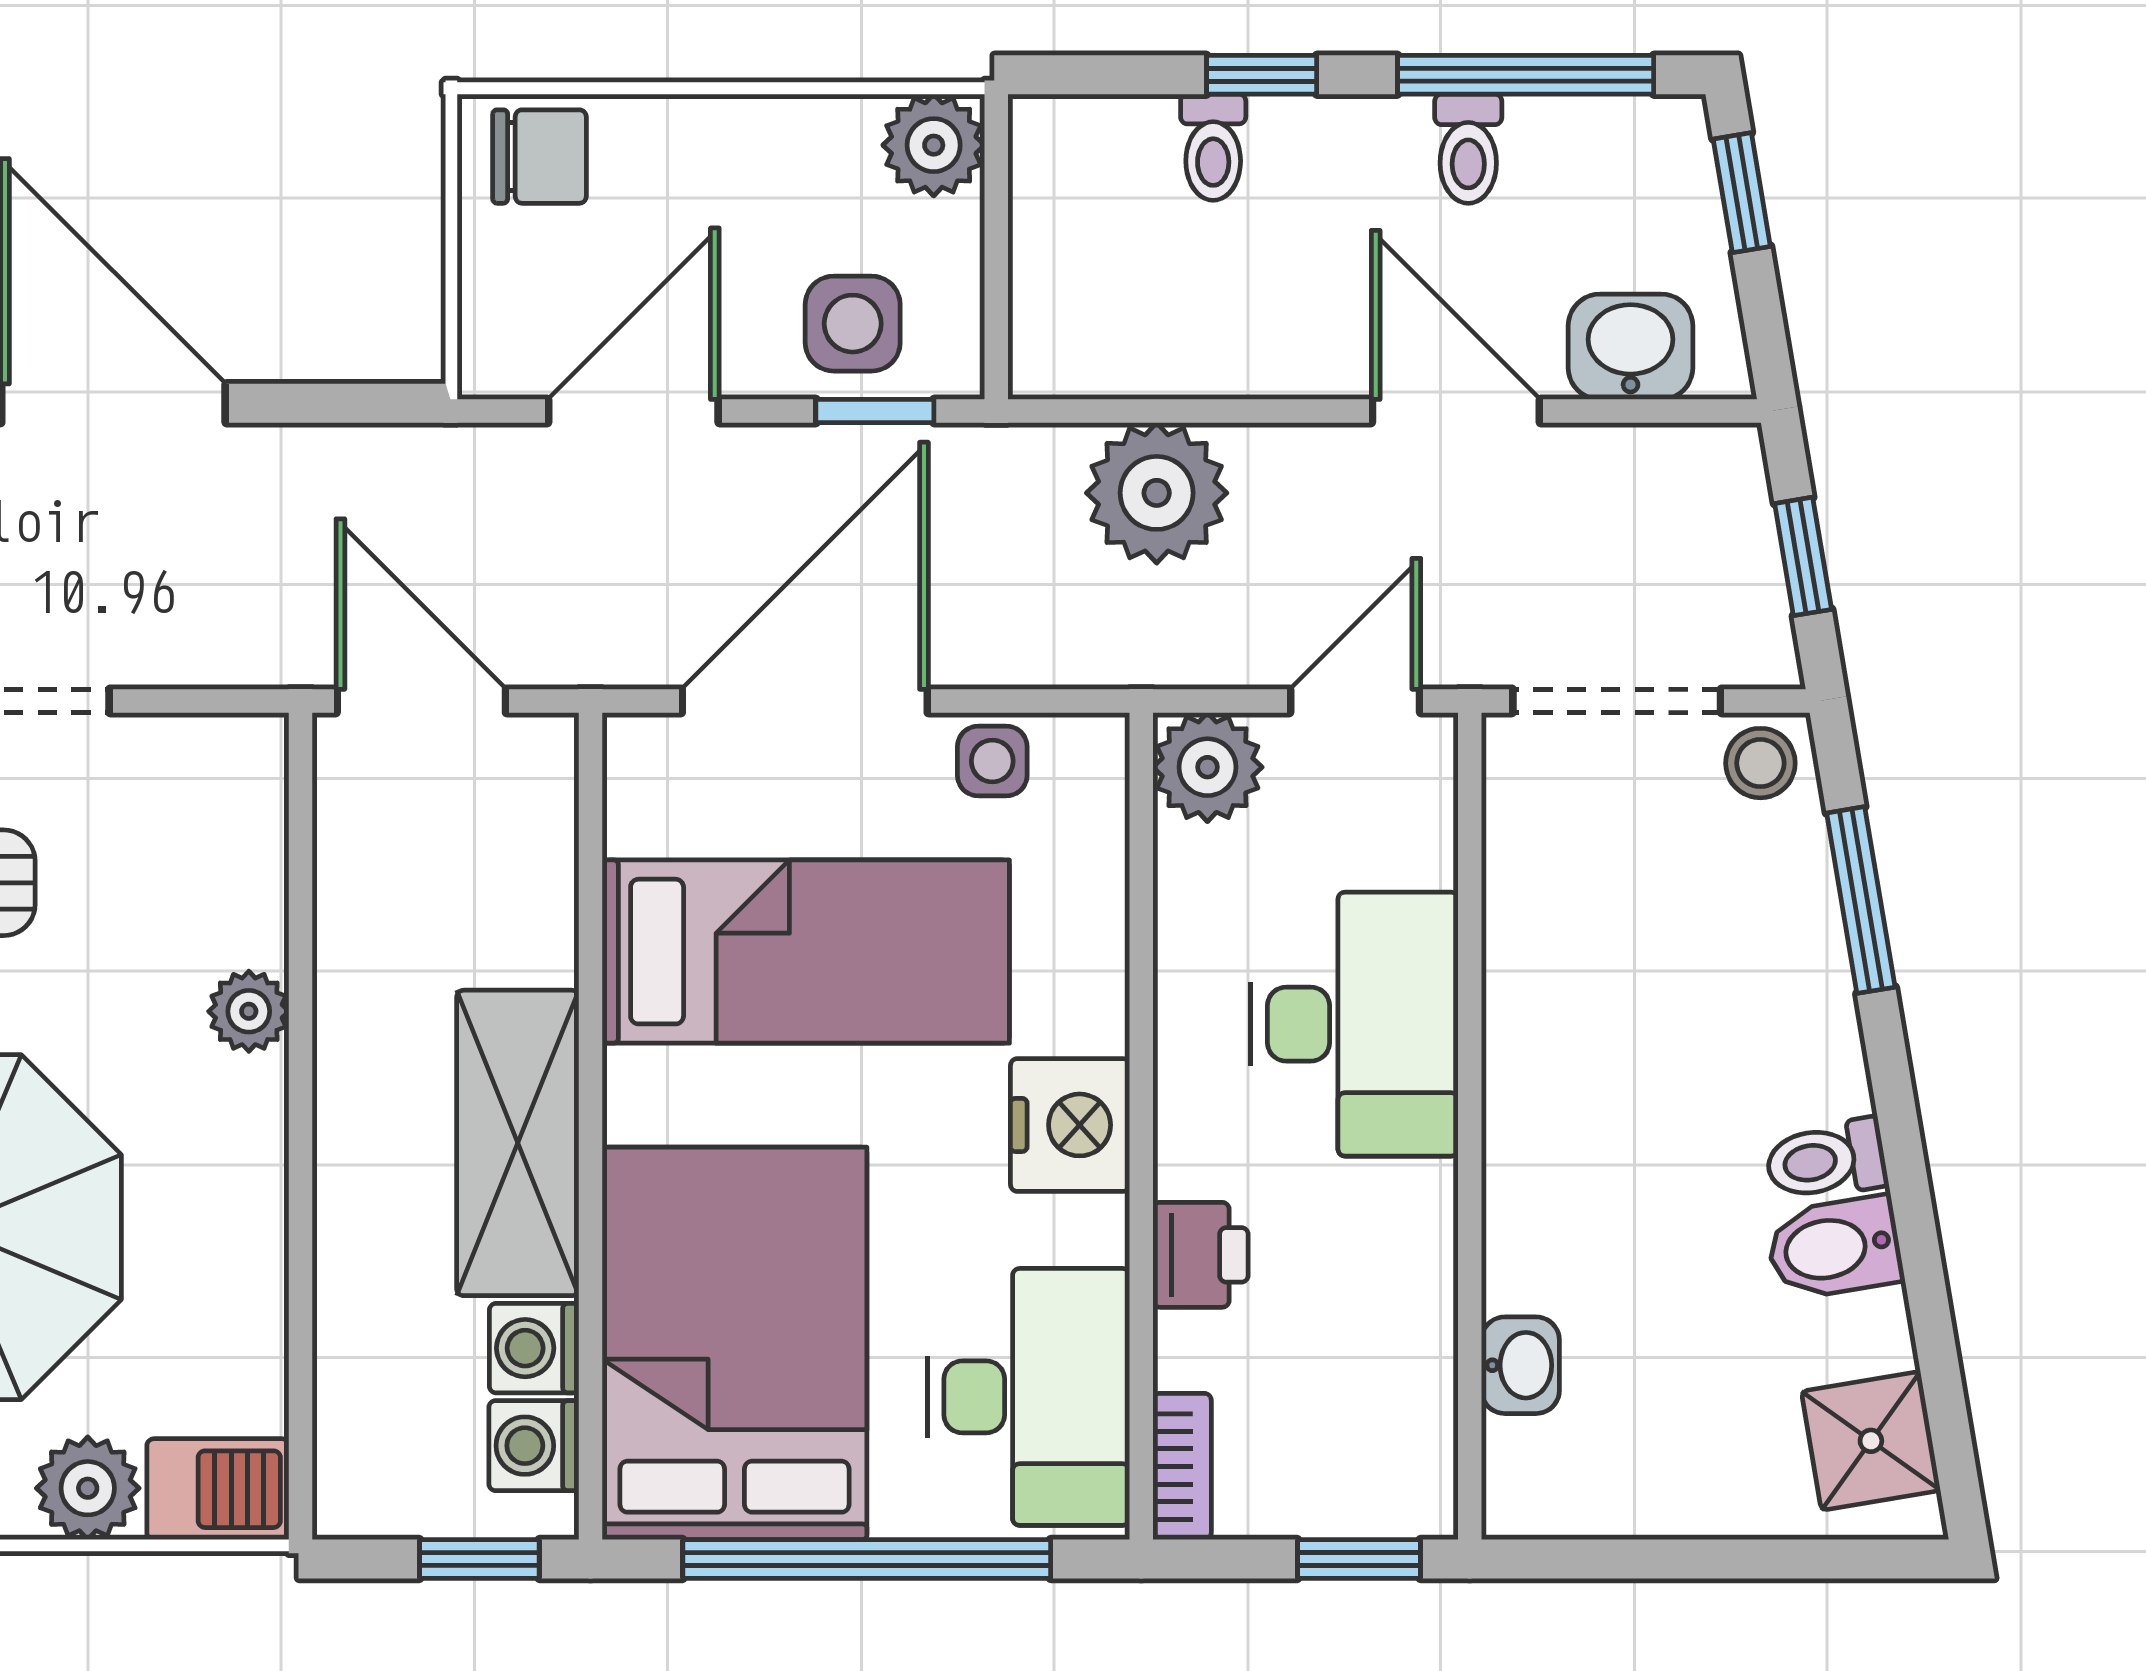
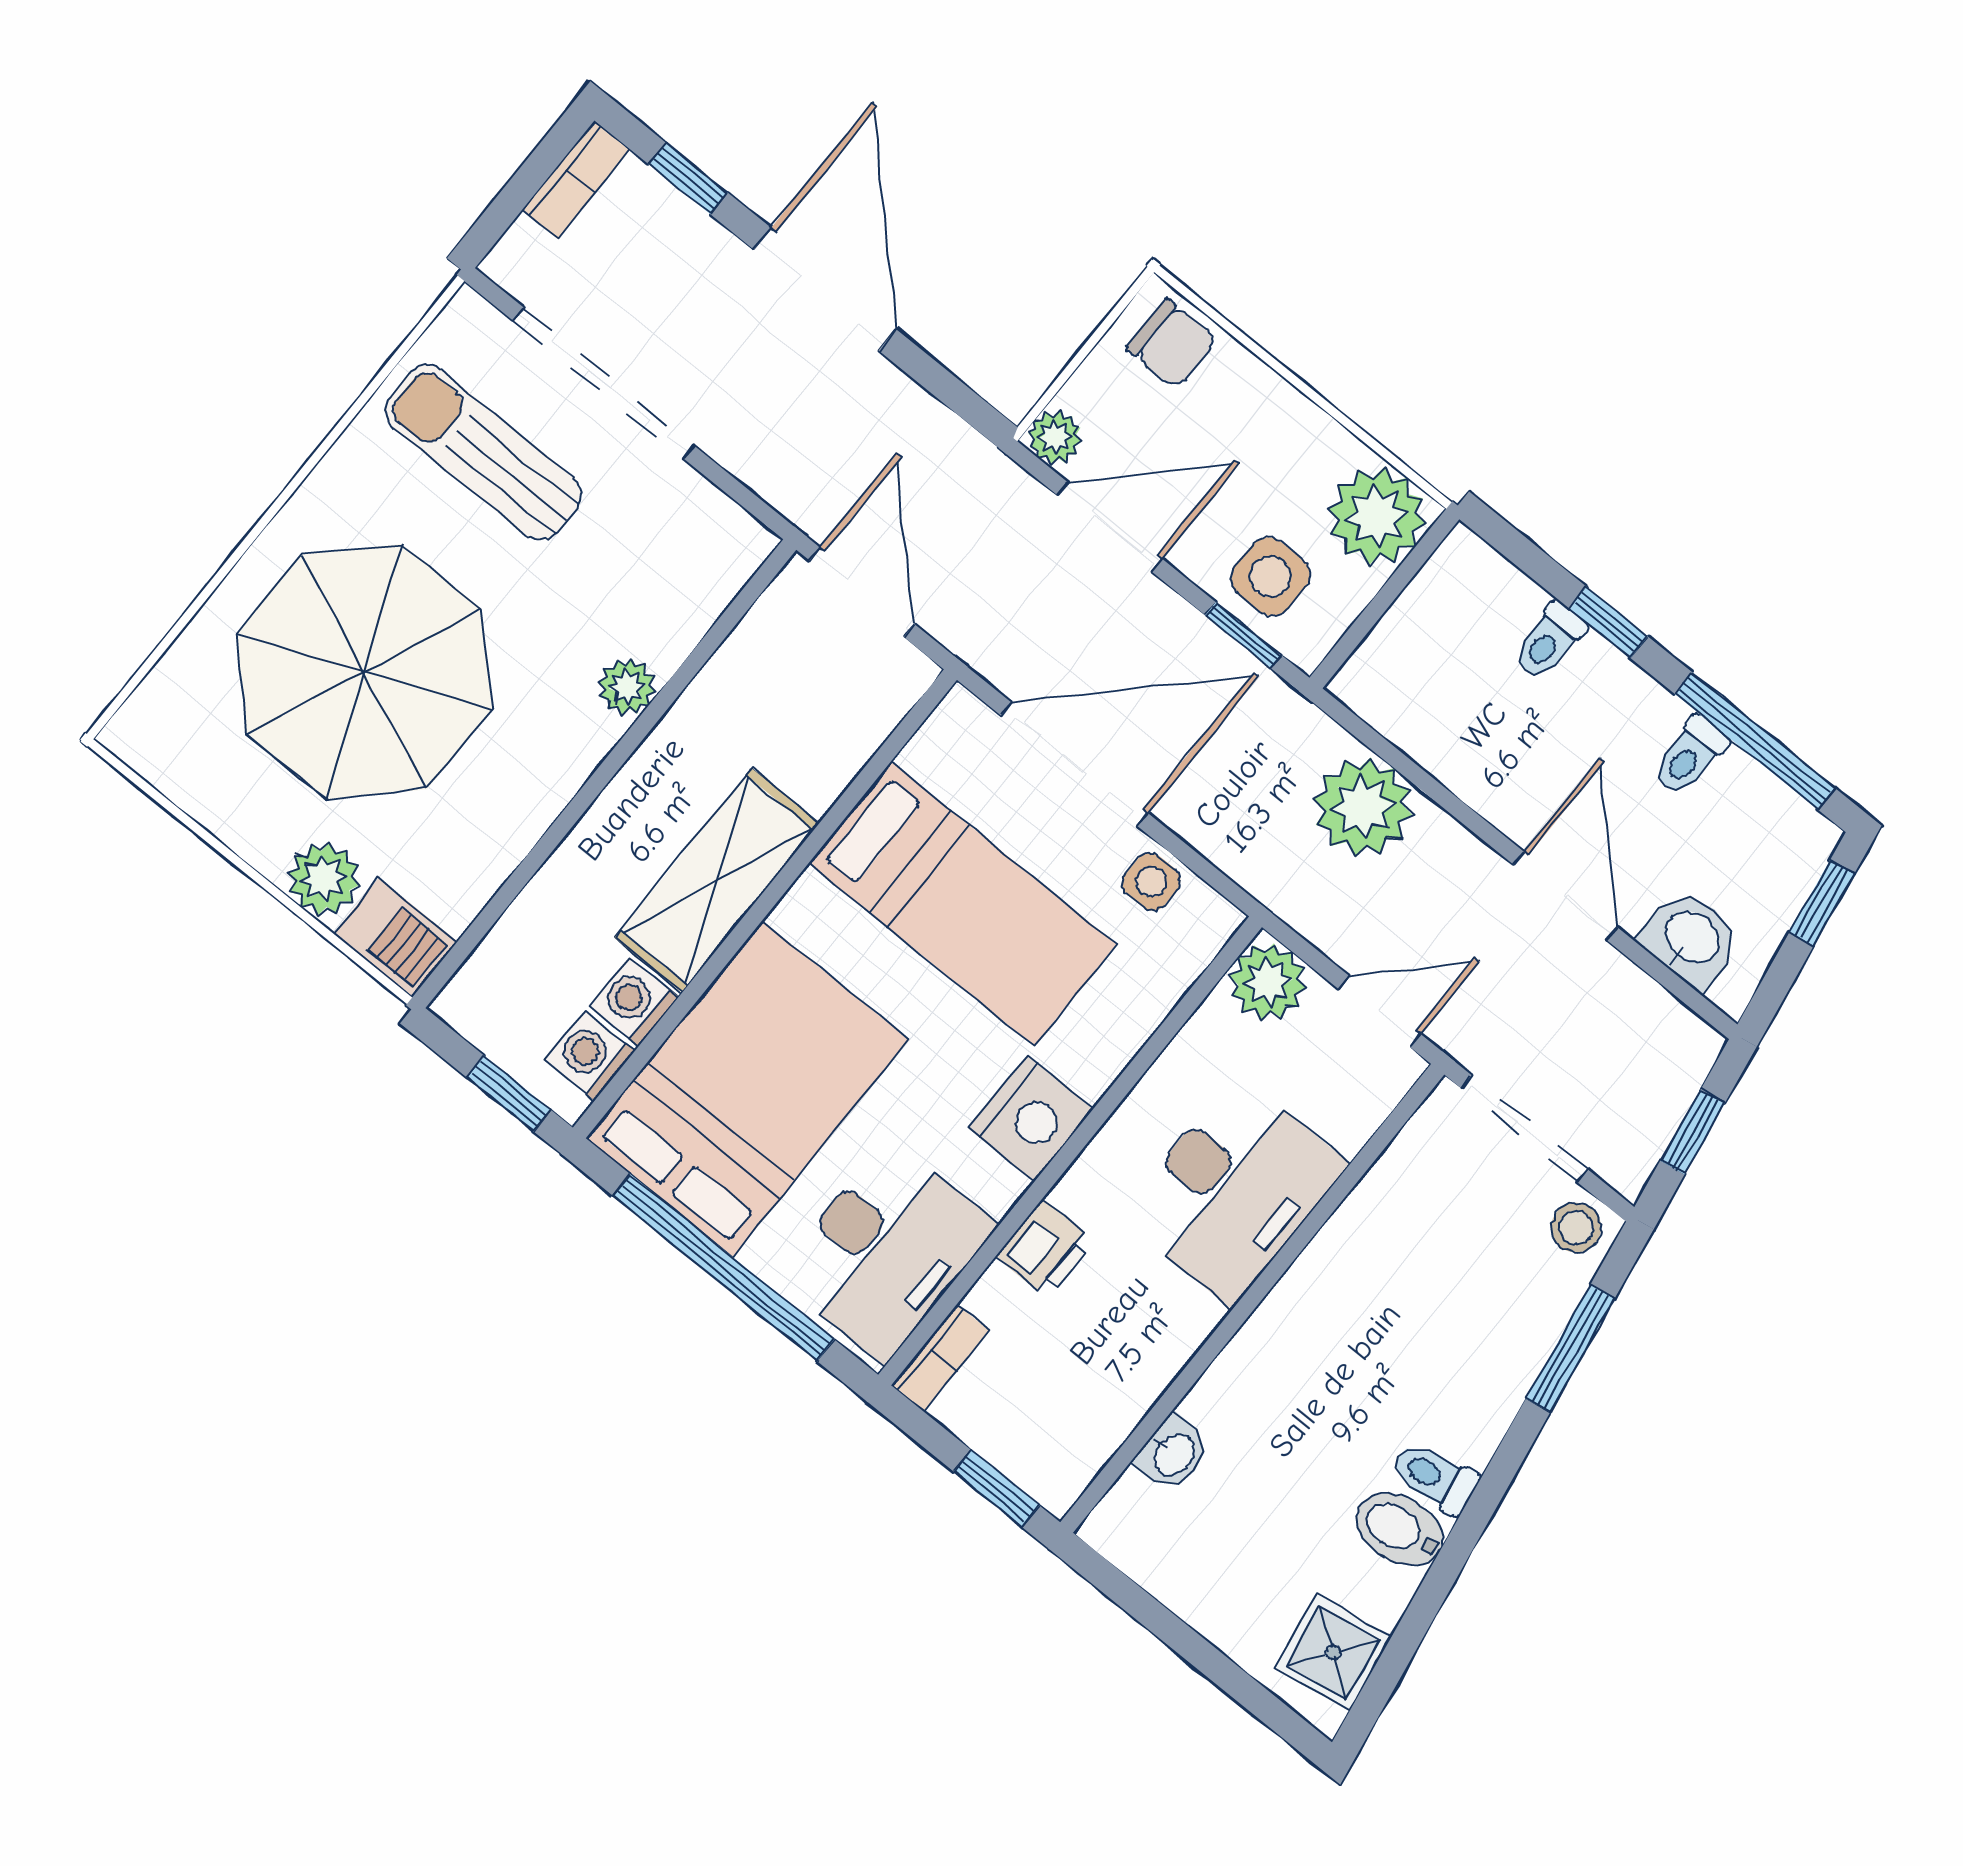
plant: (934, 145) -> (1377, 516), width x1.36, depth x1.36
plant: (495, 361) -> (1055, 437), added

